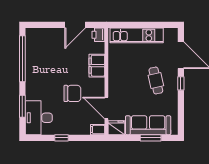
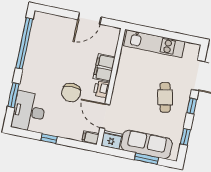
printer: (98, 35) -> (101, 89), moved
chair: (72, 93) -> (71, 93), turned 90
window: (181, 112) -> (185, 137), added

